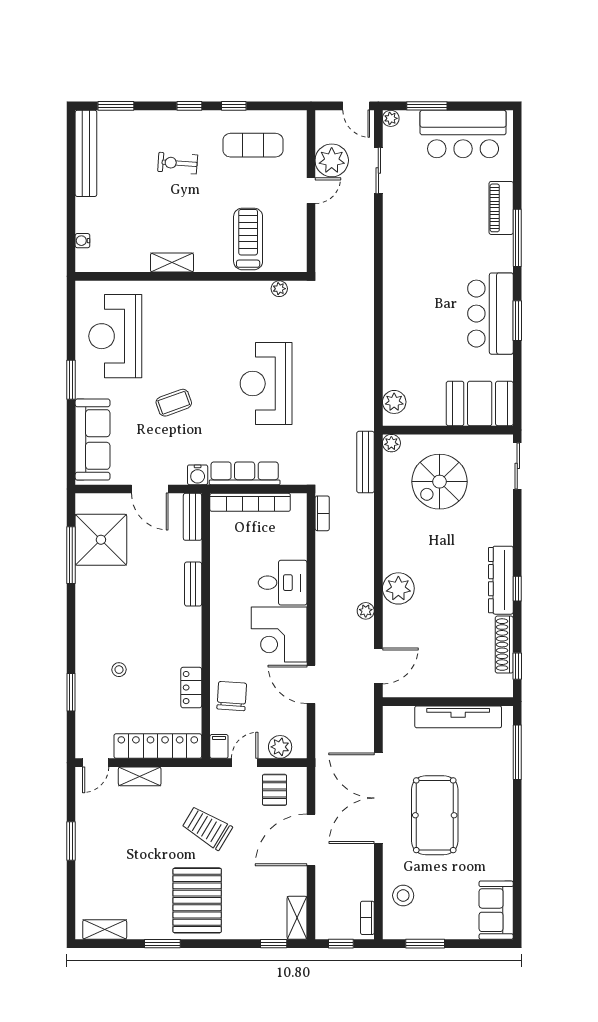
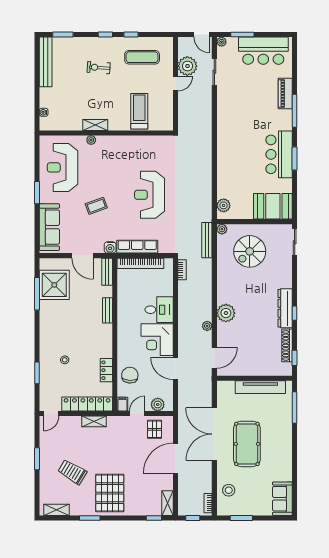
plant: (279, 289) -> (91, 140), moved
shelving: (140, 776) -> (94, 421), moved
trolley: (207, 828) -> (72, 472), moved

